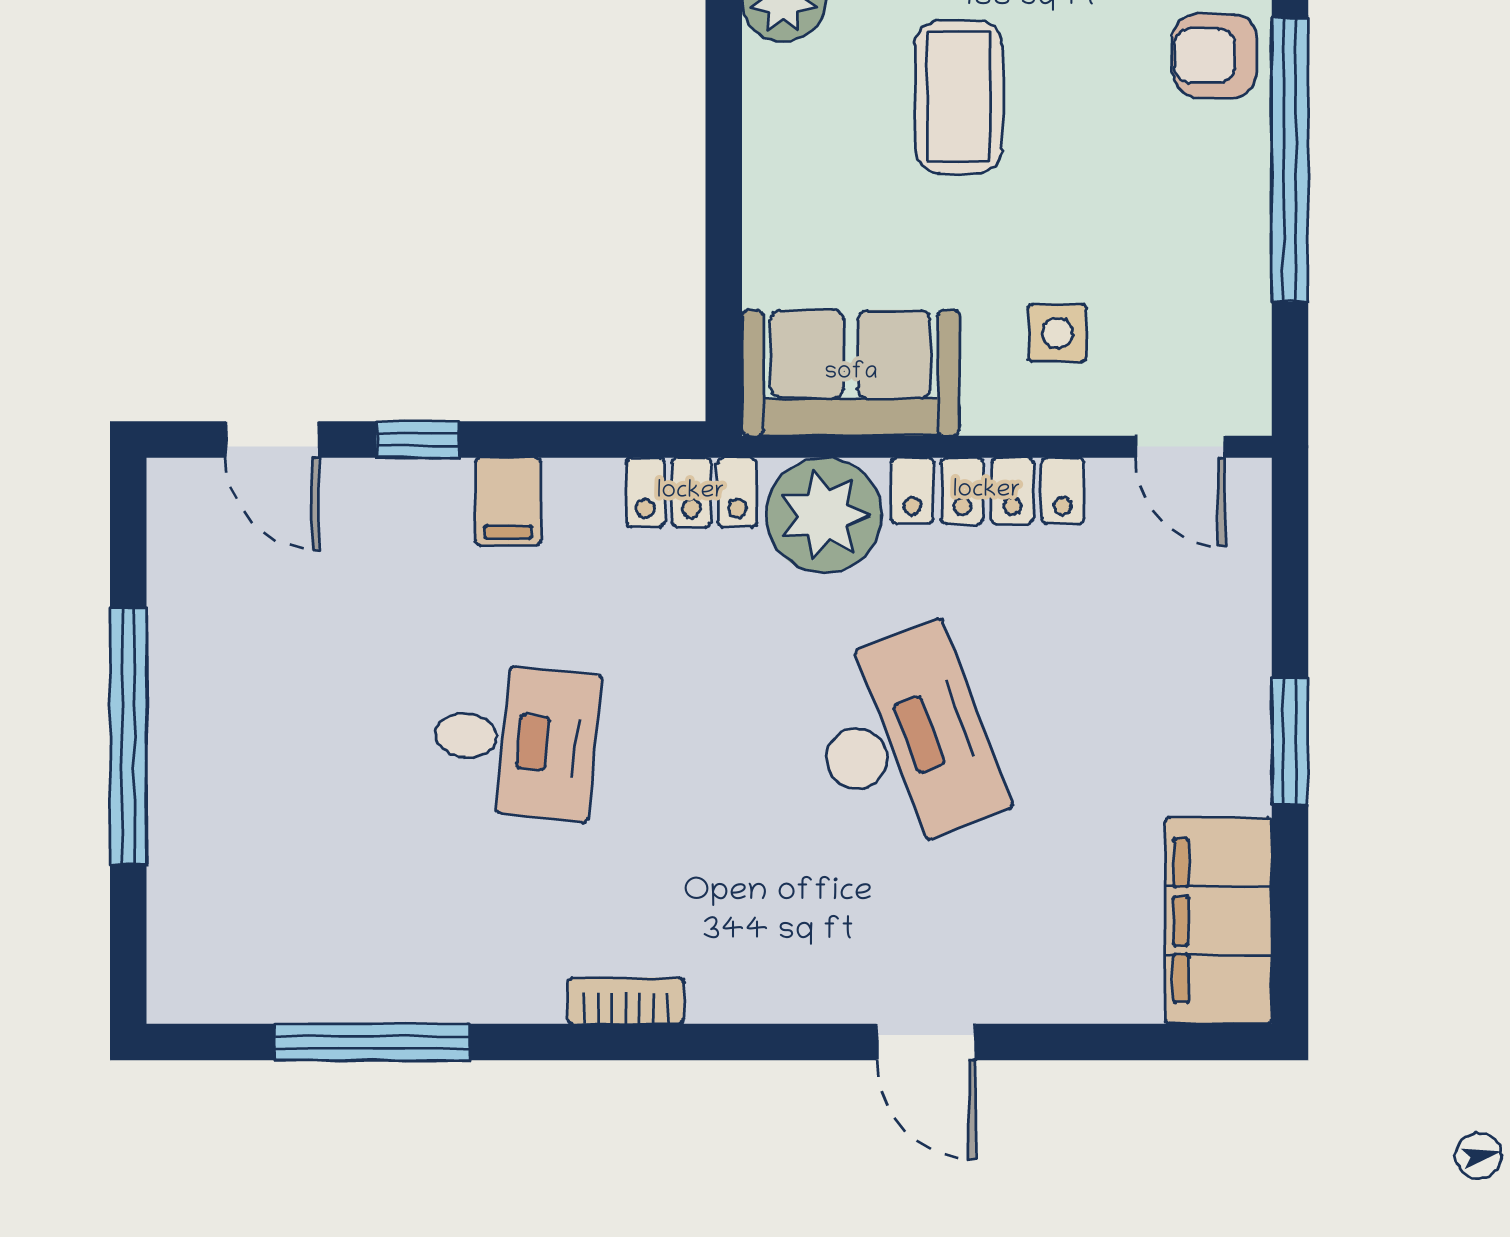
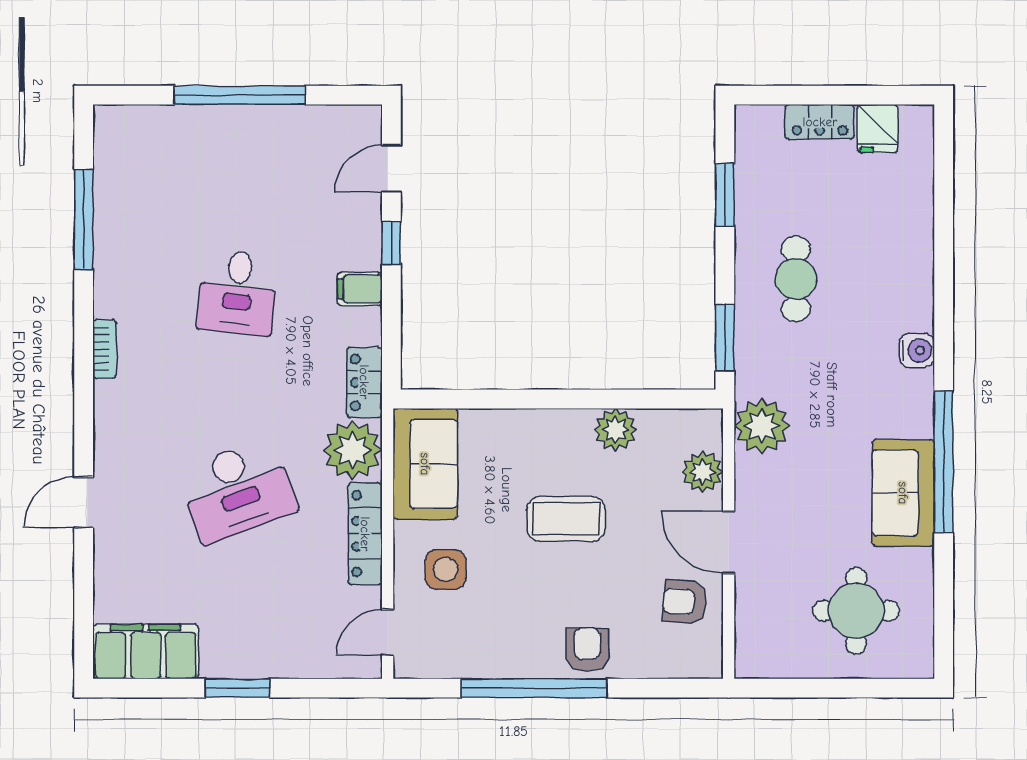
side table: (1057, 333) -> (446, 569), width x1.37, depth x1.37

